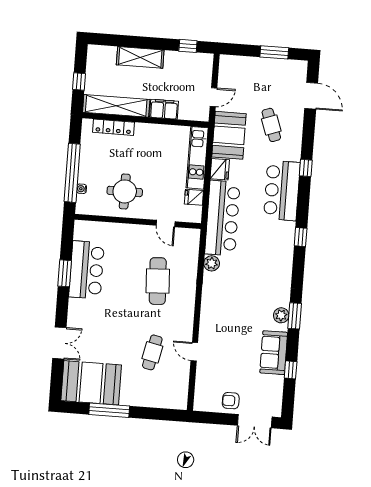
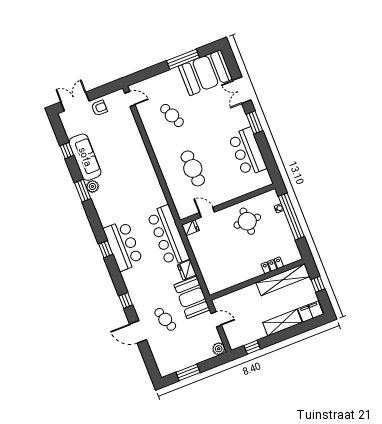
door: (311, 96) -> (138, 332), moved
door: (213, 97) -> (216, 319), swing flipped
filing cabinet: (164, 109) -> (311, 312), moved, turned 180
locker: (113, 127) -> (272, 265), width x0.66
kitchen unit: (197, 158) -> (207, 270), removed
bar counter: (282, 191) -> (123, 246), moved
fridge: (194, 197) -> (190, 228), moved
plant: (212, 263) -> (219, 349), moved
window: (65, 273) -> (254, 122), moved
cafe table: (152, 352) -> (172, 115), turned -36
door: (194, 352) -> (130, 99), moved
sofa: (274, 353) -> (85, 157), width x1.36

